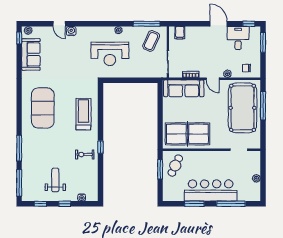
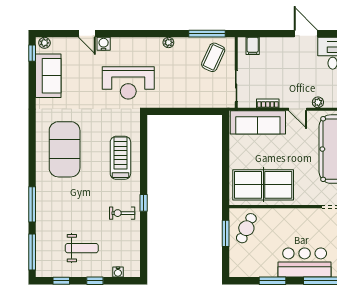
reception desk: (110, 54) -> (128, 83), moved
weight bench: (55, 180) -> (82, 248), turned 90
bar counter: (211, 190) -> (305, 263), width x0.73

